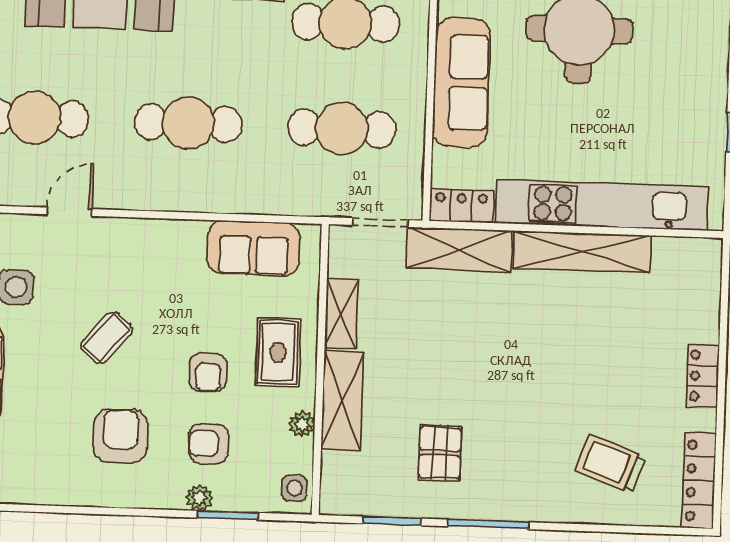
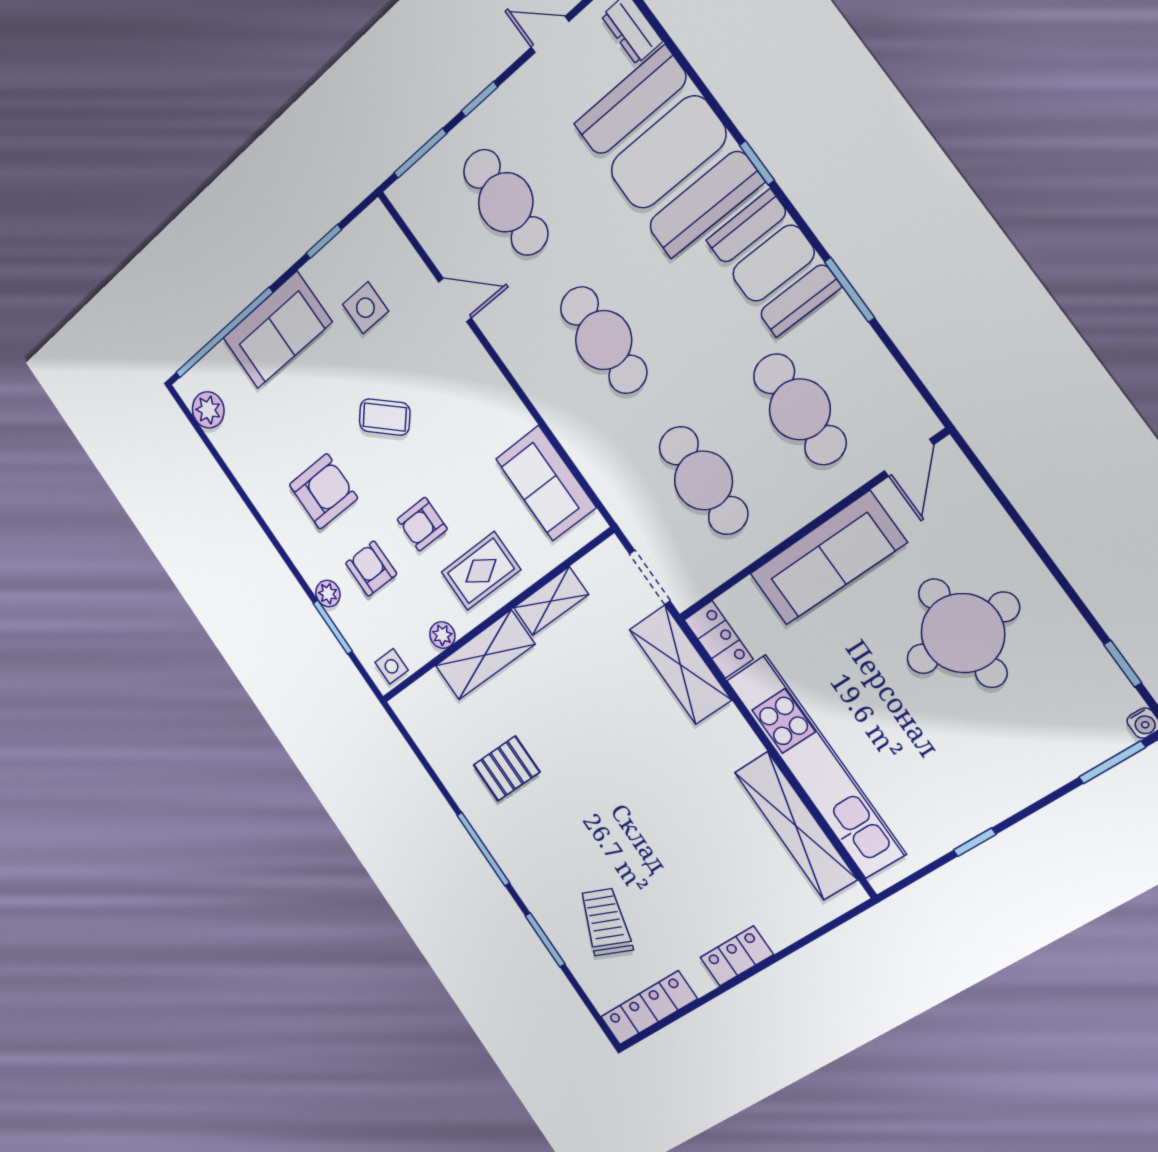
shelving: (582, 252) -> (796, 826), moved
window: (392, 521) -> (545, 940), moved

